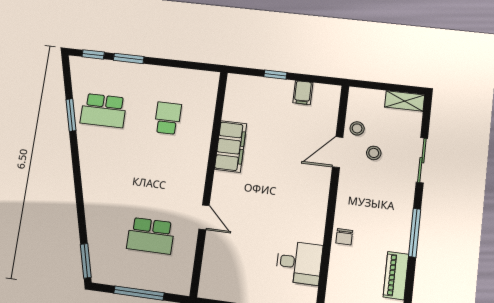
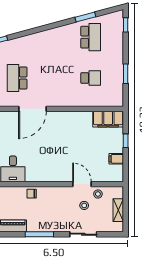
window: (129, 58) -> (126, 74), moved
shelving: (405, 101) -> (118, 210), moved
school desk: (103, 111) -> (91, 37), turned 180
filing cabinet: (231, 147) -> (108, 119), moved
door: (204, 217) -> (32, 109), width x1.88

